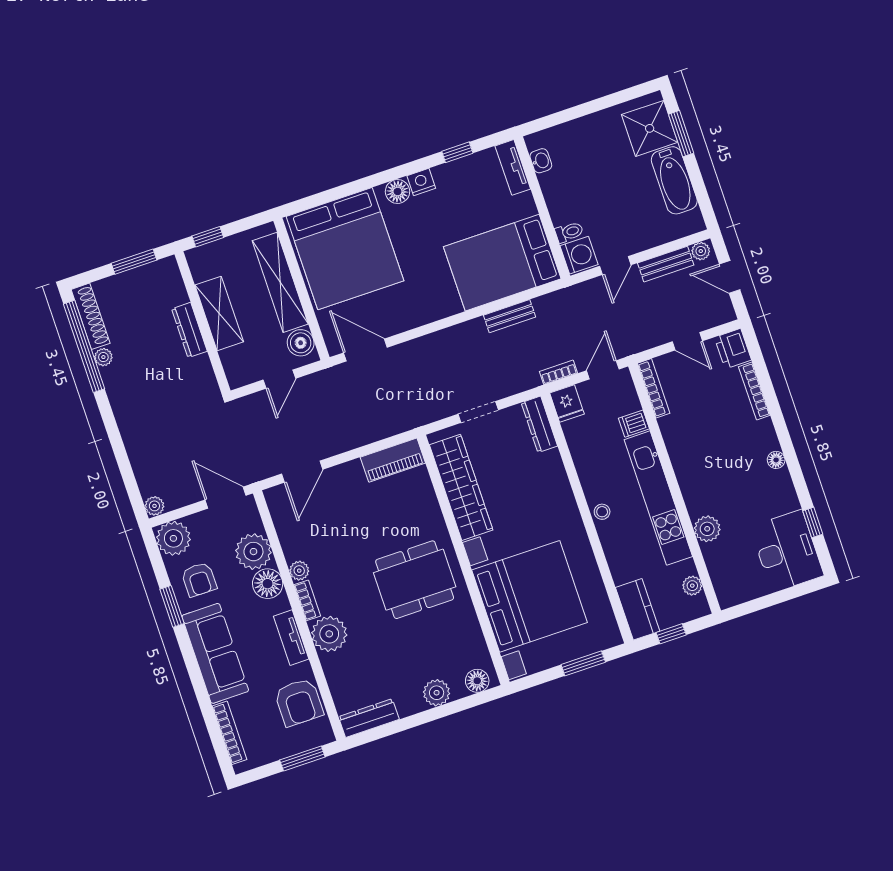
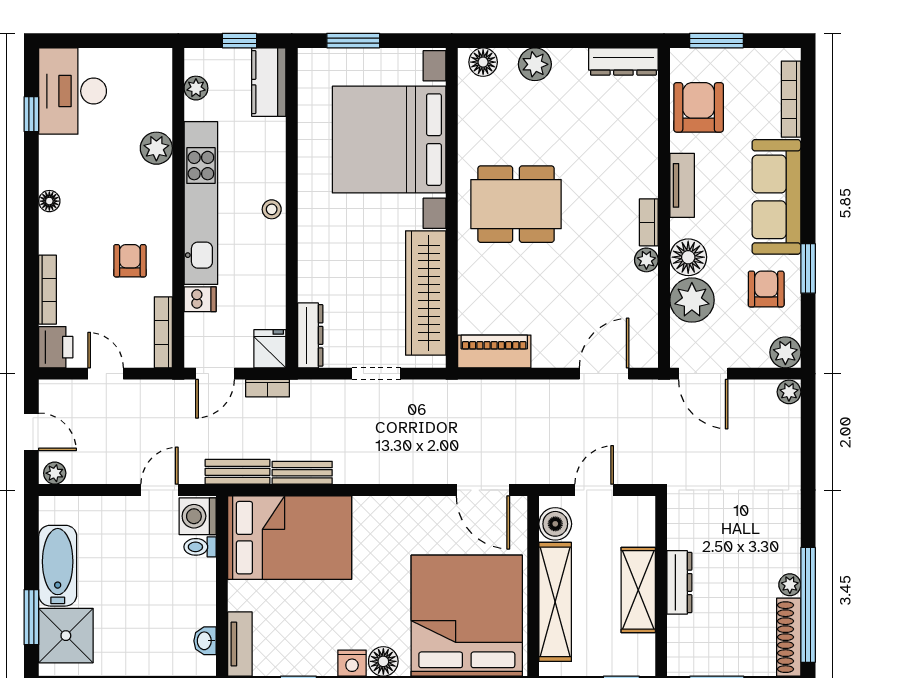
bench: (666, 264) -> (238, 472), moved
armchair: (698, 435) -> (130, 261), added
plant: (173, 538) -> (785, 352), width x0.73, depth x0.73
plant: (329, 634) -> (636, 175), removed

